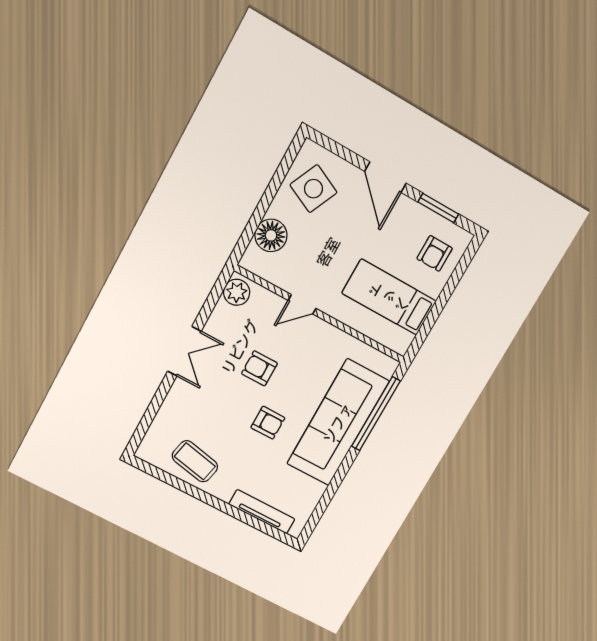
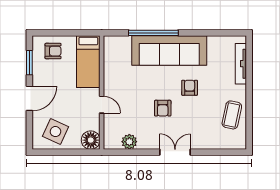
door: (302, 304) -> (102, 105), moved
wall: (320, 314) -> (102, 92), moved

